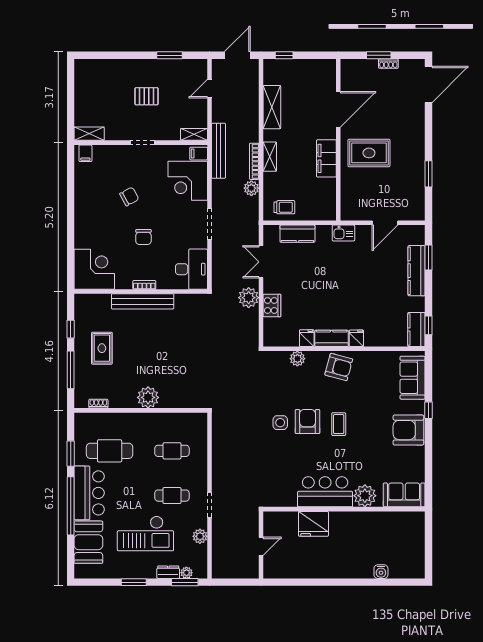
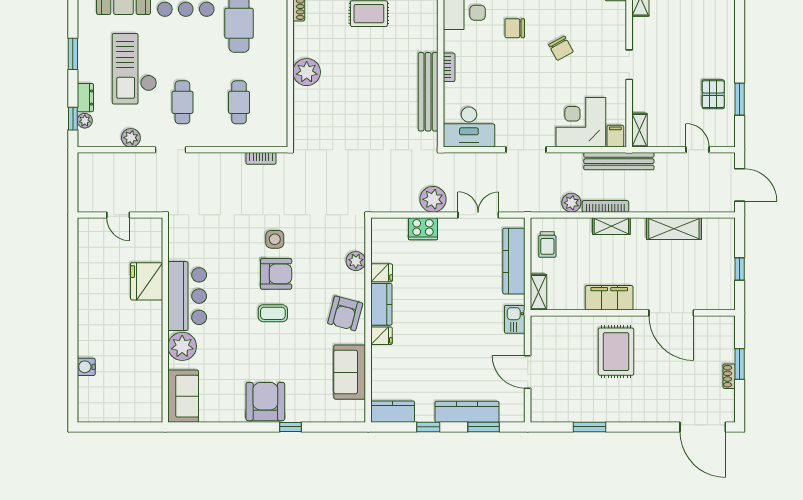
window: (284, 55) -> (740, 269), moved
pallet: (147, 96) -> (713, 94), moved
shelving: (322, 214) -> (538, 292), added
kitchen counter: (297, 234) -> (514, 261), width x1.50
chair: (143, 237) -> (515, 28), moved
bench: (143, 301) -> (428, 92), moved
window: (429, 325) -> (428, 427), moved
sofa: (412, 378) -> (350, 372), moved, turned -90
bookcase: (216, 433) -> (261, 158), added
window: (185, 582) -> (73, 119), width x0.67

